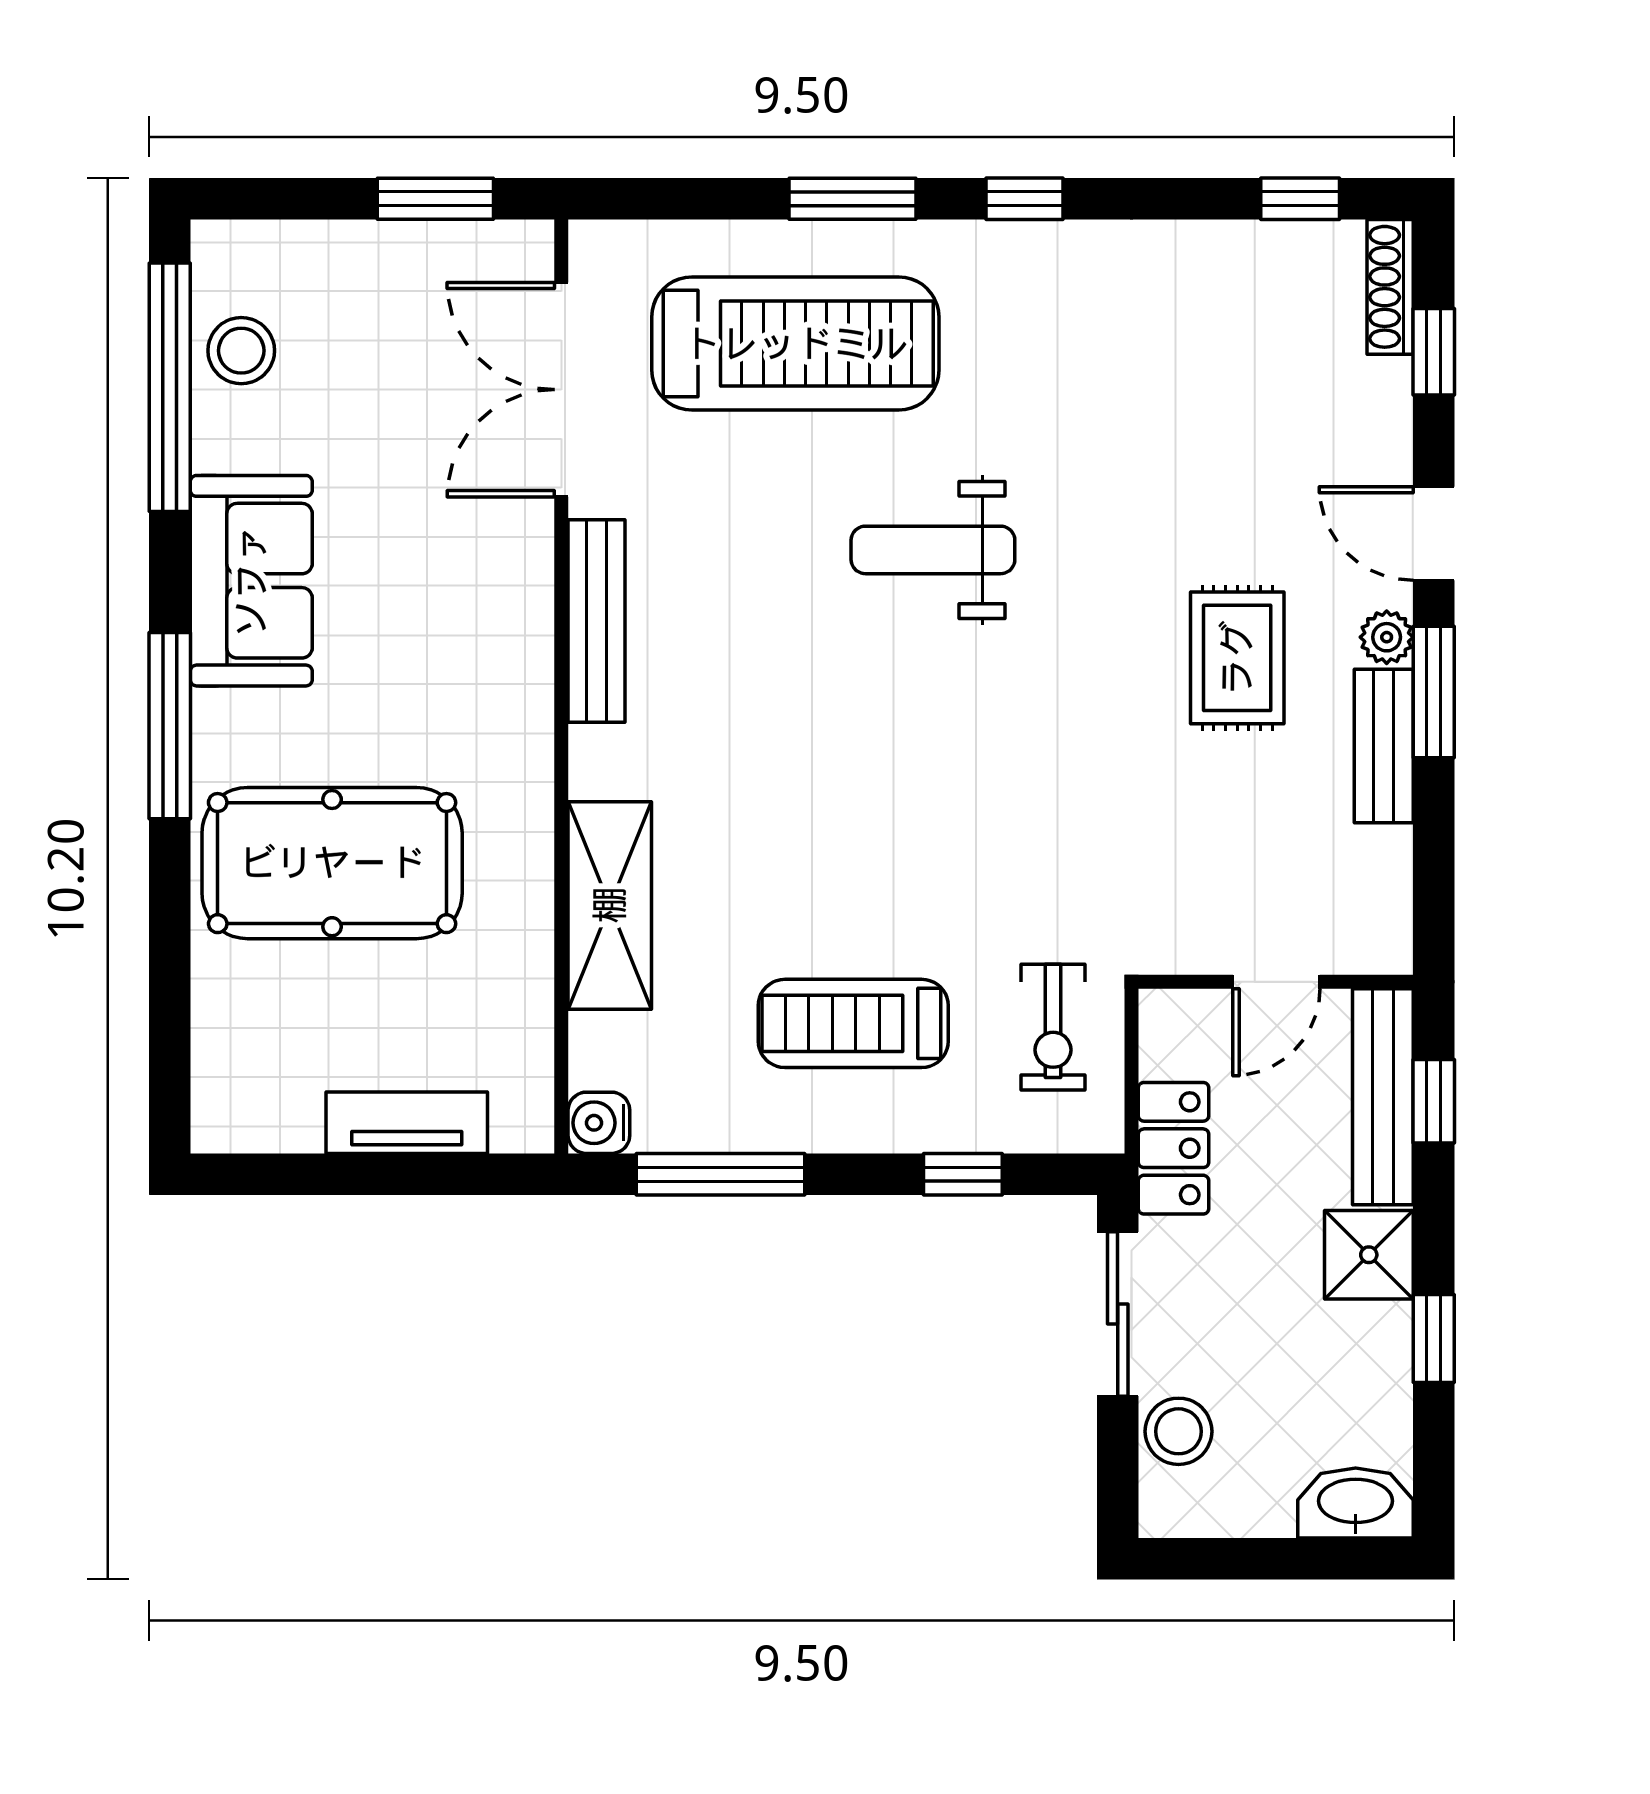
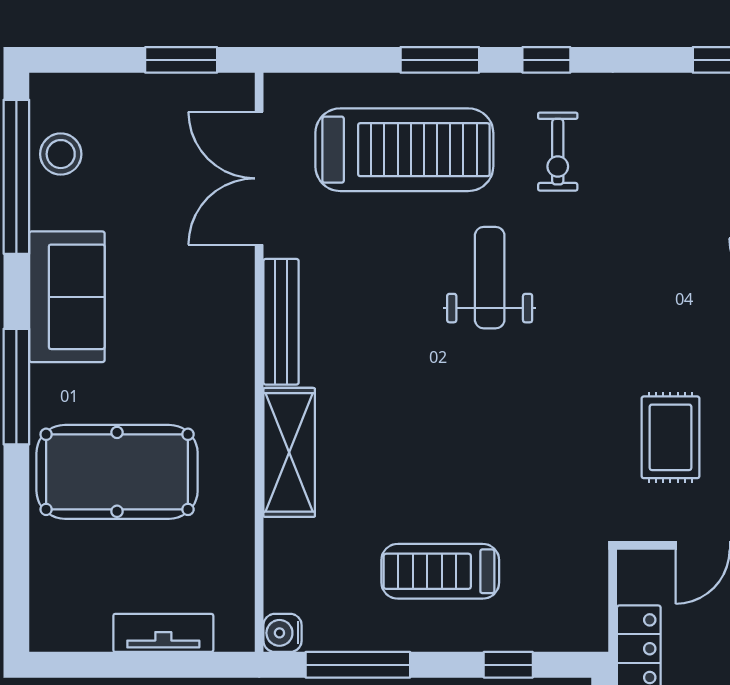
weight bench: (933, 550) -> (490, 278), turned 90
rug: (1237, 658) -> (670, 437), moved
shelving: (610, 905) -> (289, 452), moved
exercise bike: (1053, 1027) -> (558, 152), moved

